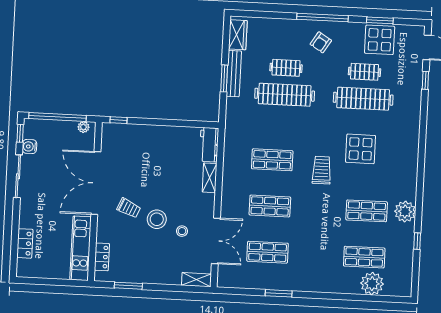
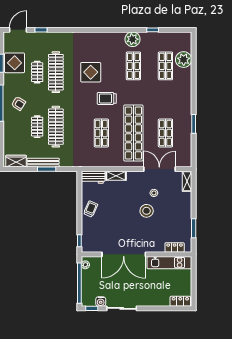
shop shelf: (270, 206) -> (133, 133), width x2.00, depth x1.36
trolley: (129, 208) -> (91, 209), moved
locker: (25, 243) -> (180, 301), moved

